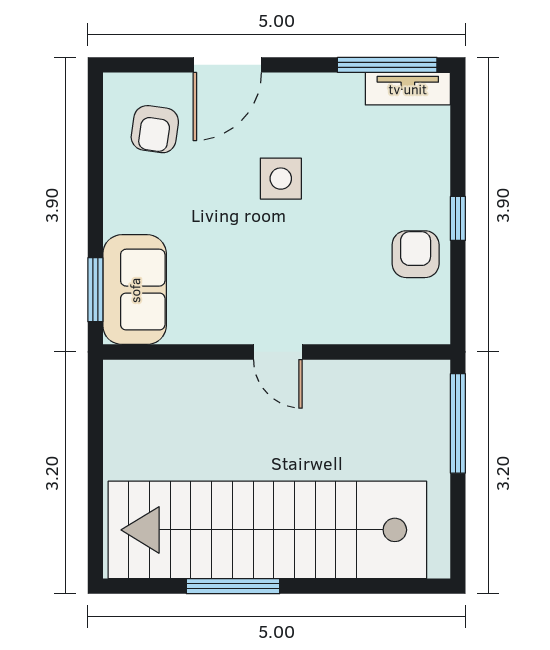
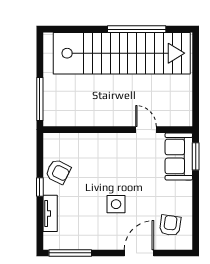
tv unit: (408, 89) -> (50, 213), moved, turned 90
armchair: (416, 254) -> (58, 172), turned -63
door: (278, 352) -> (146, 130), moved
window: (233, 586) -> (137, 29), width x1.46

